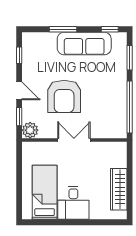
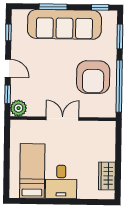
sofa: (84, 43) -> (64, 24), width x1.36, depth x1.27
armchair: (64, 96) -> (93, 77), moved
wardrobe: (119, 189) -> (107, 176), width x0.67

